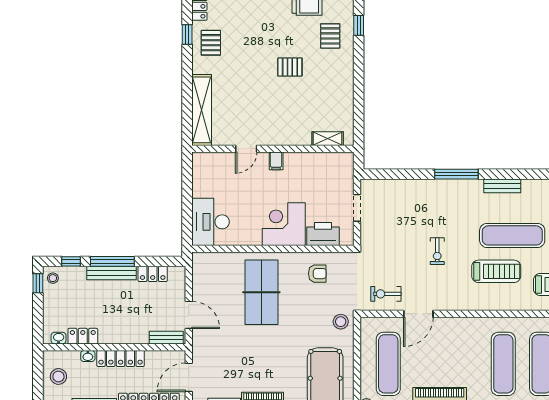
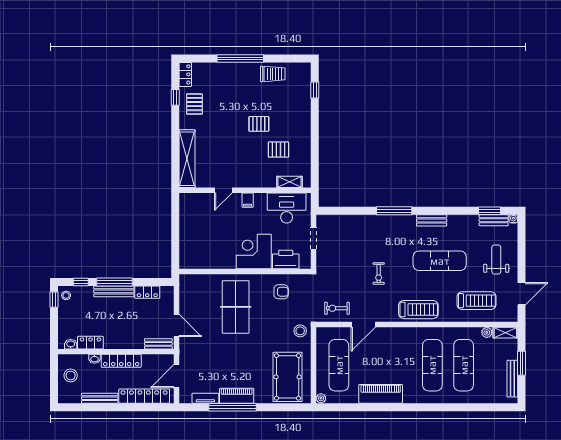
pallet: (330, 36) -> (278, 150), moved, turned 90
desk: (211, 222) -> (287, 208), moved, turned 90
treadmill: (496, 271) -> (418, 310), moved

